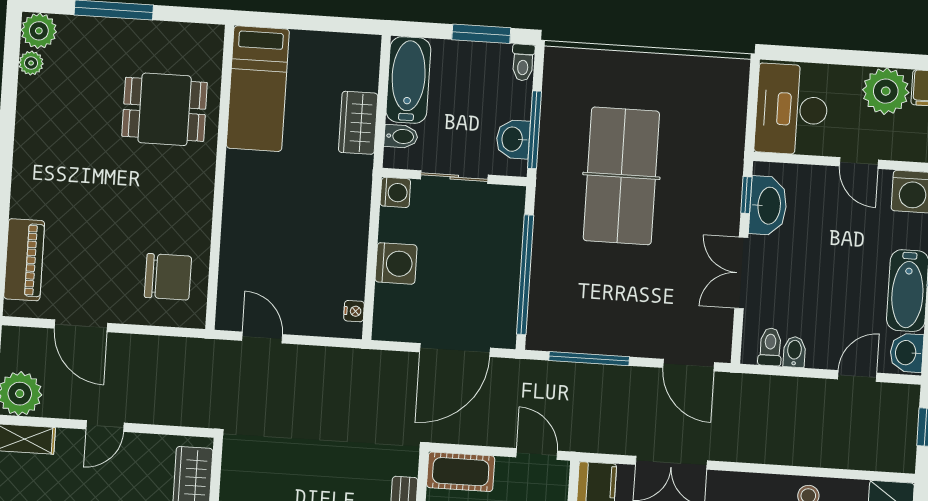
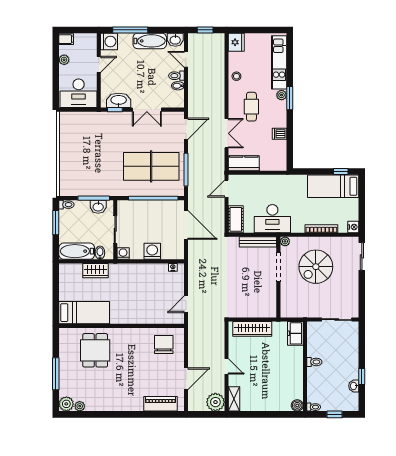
plant: (886, 91) -> (64, 60), width x0.53, depth x0.53
table tennis table: (621, 176) -> (151, 166), moved
toilet: (770, 347) -> (176, 76), moved

